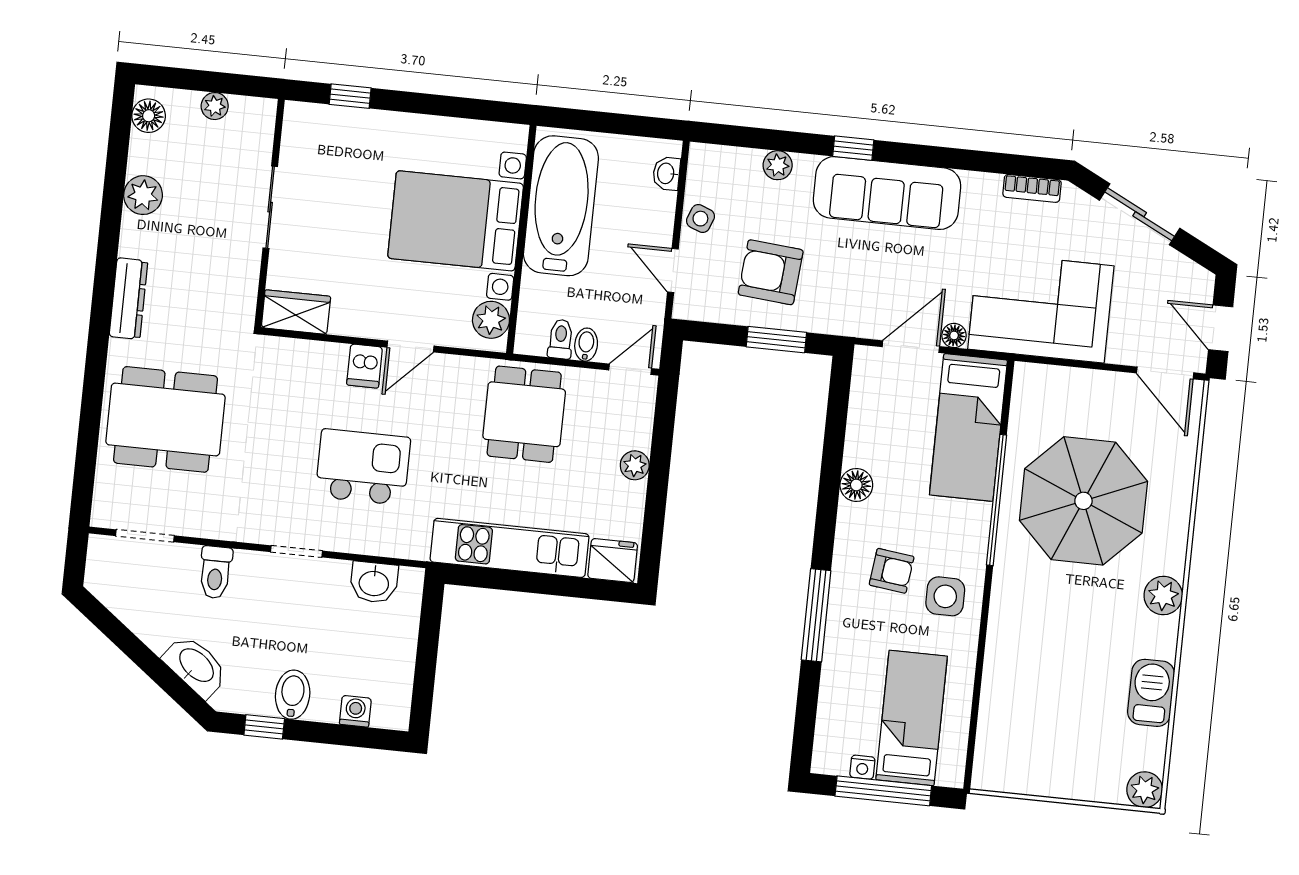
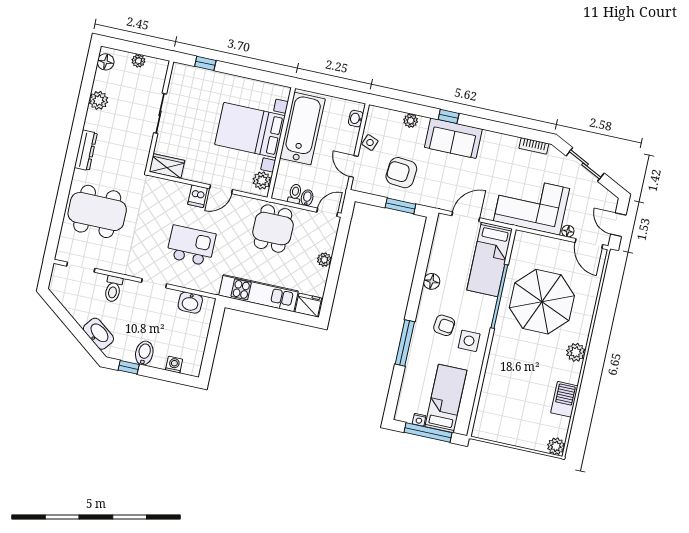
sofa: (887, 193) -> (453, 138), width x0.73
floor lamp: (954, 335) -> (568, 231), moved

